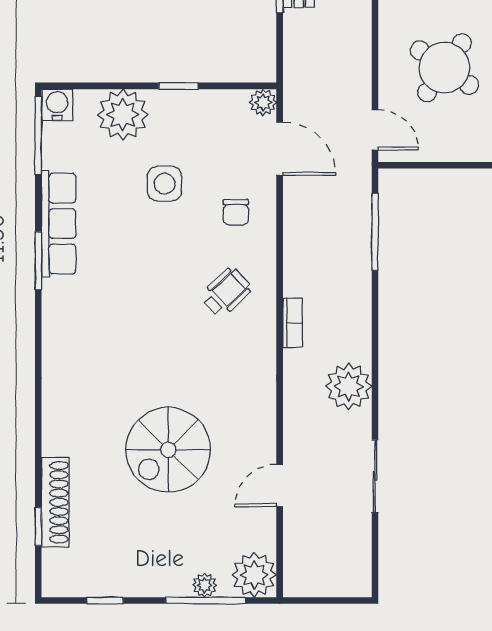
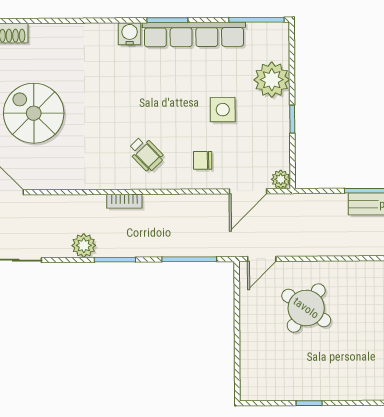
water cooler: (57, 105) -> (130, 34), moved, turned -90
row of seats: (59, 224) -> (194, 34), width x1.36
window: (375, 336) -> (115, 260), added
plant: (349, 386) -> (84, 245), width x0.73, depth x0.73

